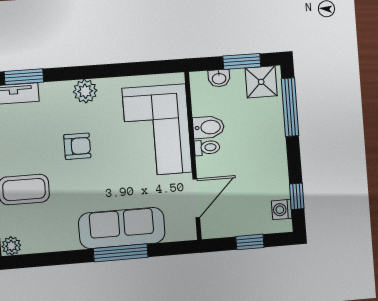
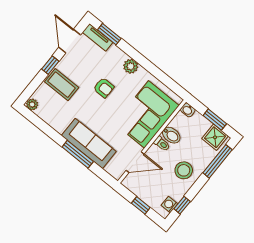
washbasin: (219, 78) -> (188, 110), moved
stool: (261, 154) -> (184, 170), added

